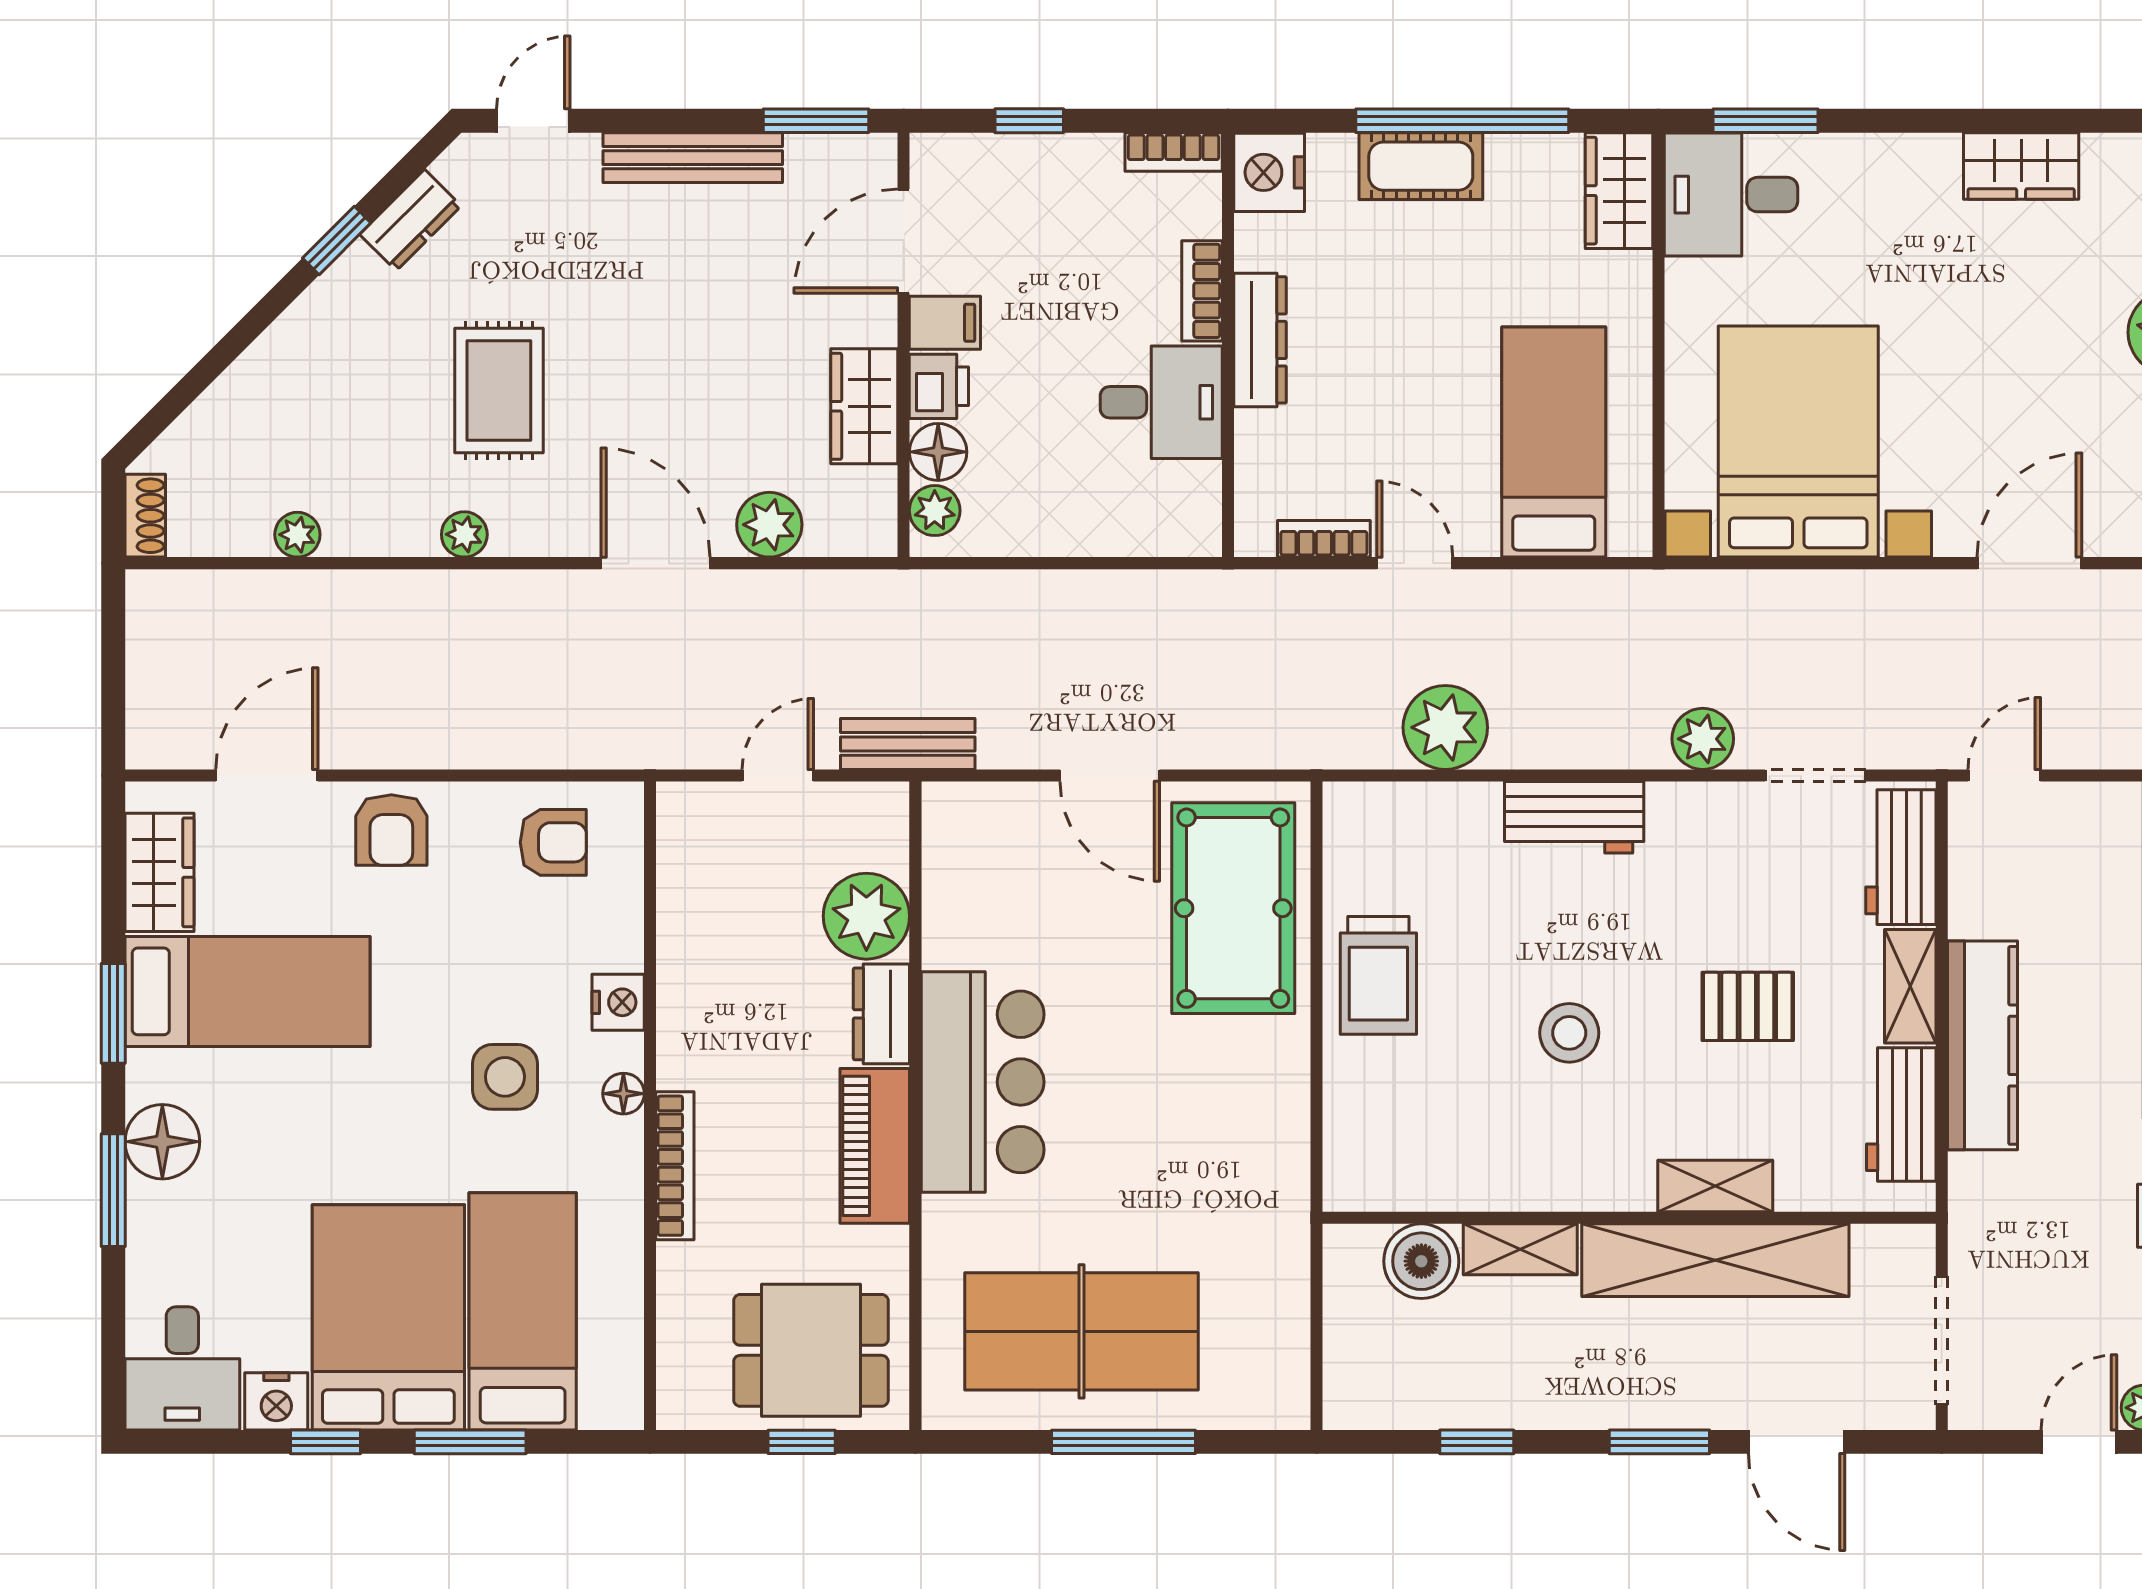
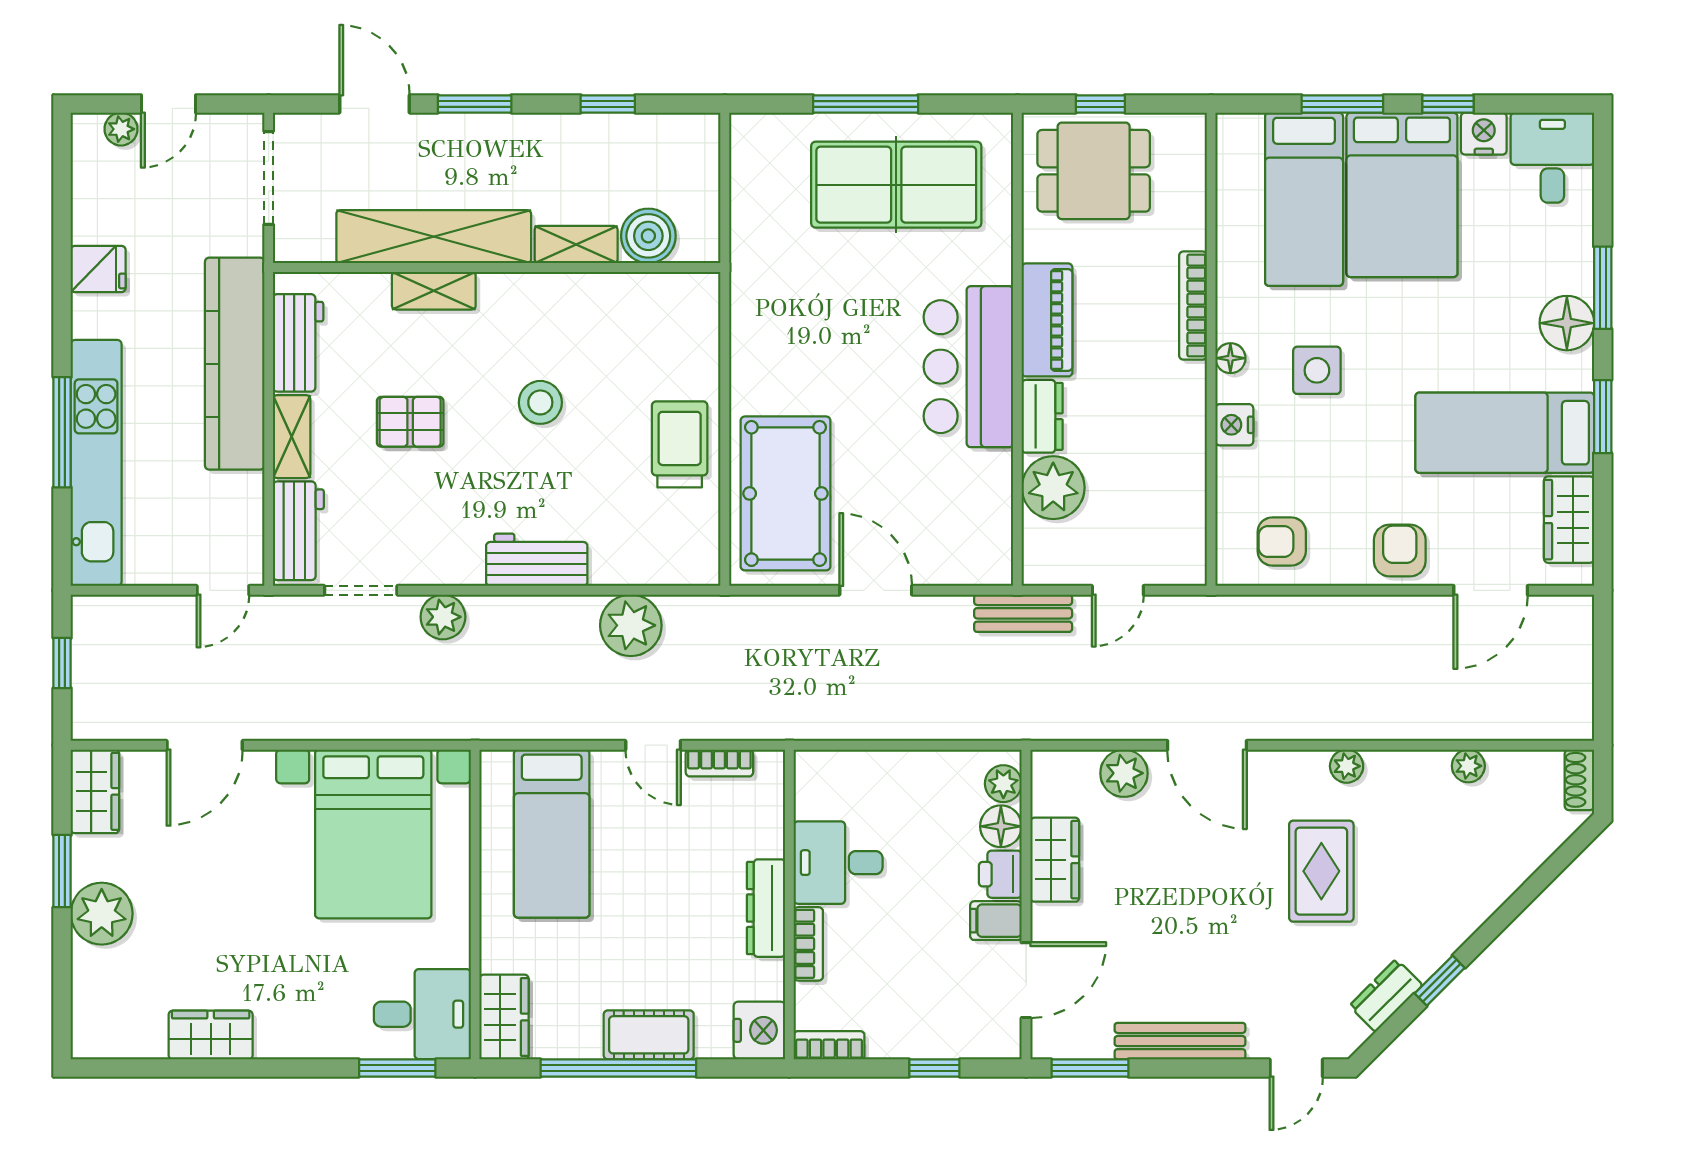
kitchen counter: (1982, 1045) -> (235, 364), width x1.39, depth x1.17

